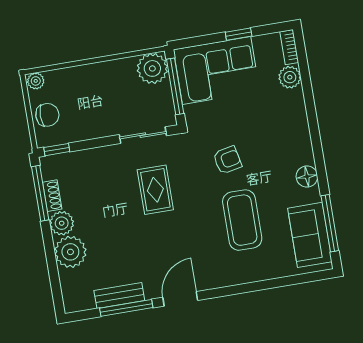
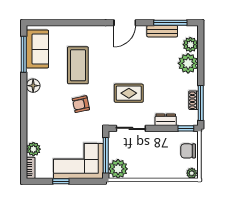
dresser: (91, 158) -> (166, 120), added
rug: (155, 190) -> (129, 93), turned 90
plant: (62, 223) -> (190, 45), moved
window: (126, 308) -> (170, 23), moved

